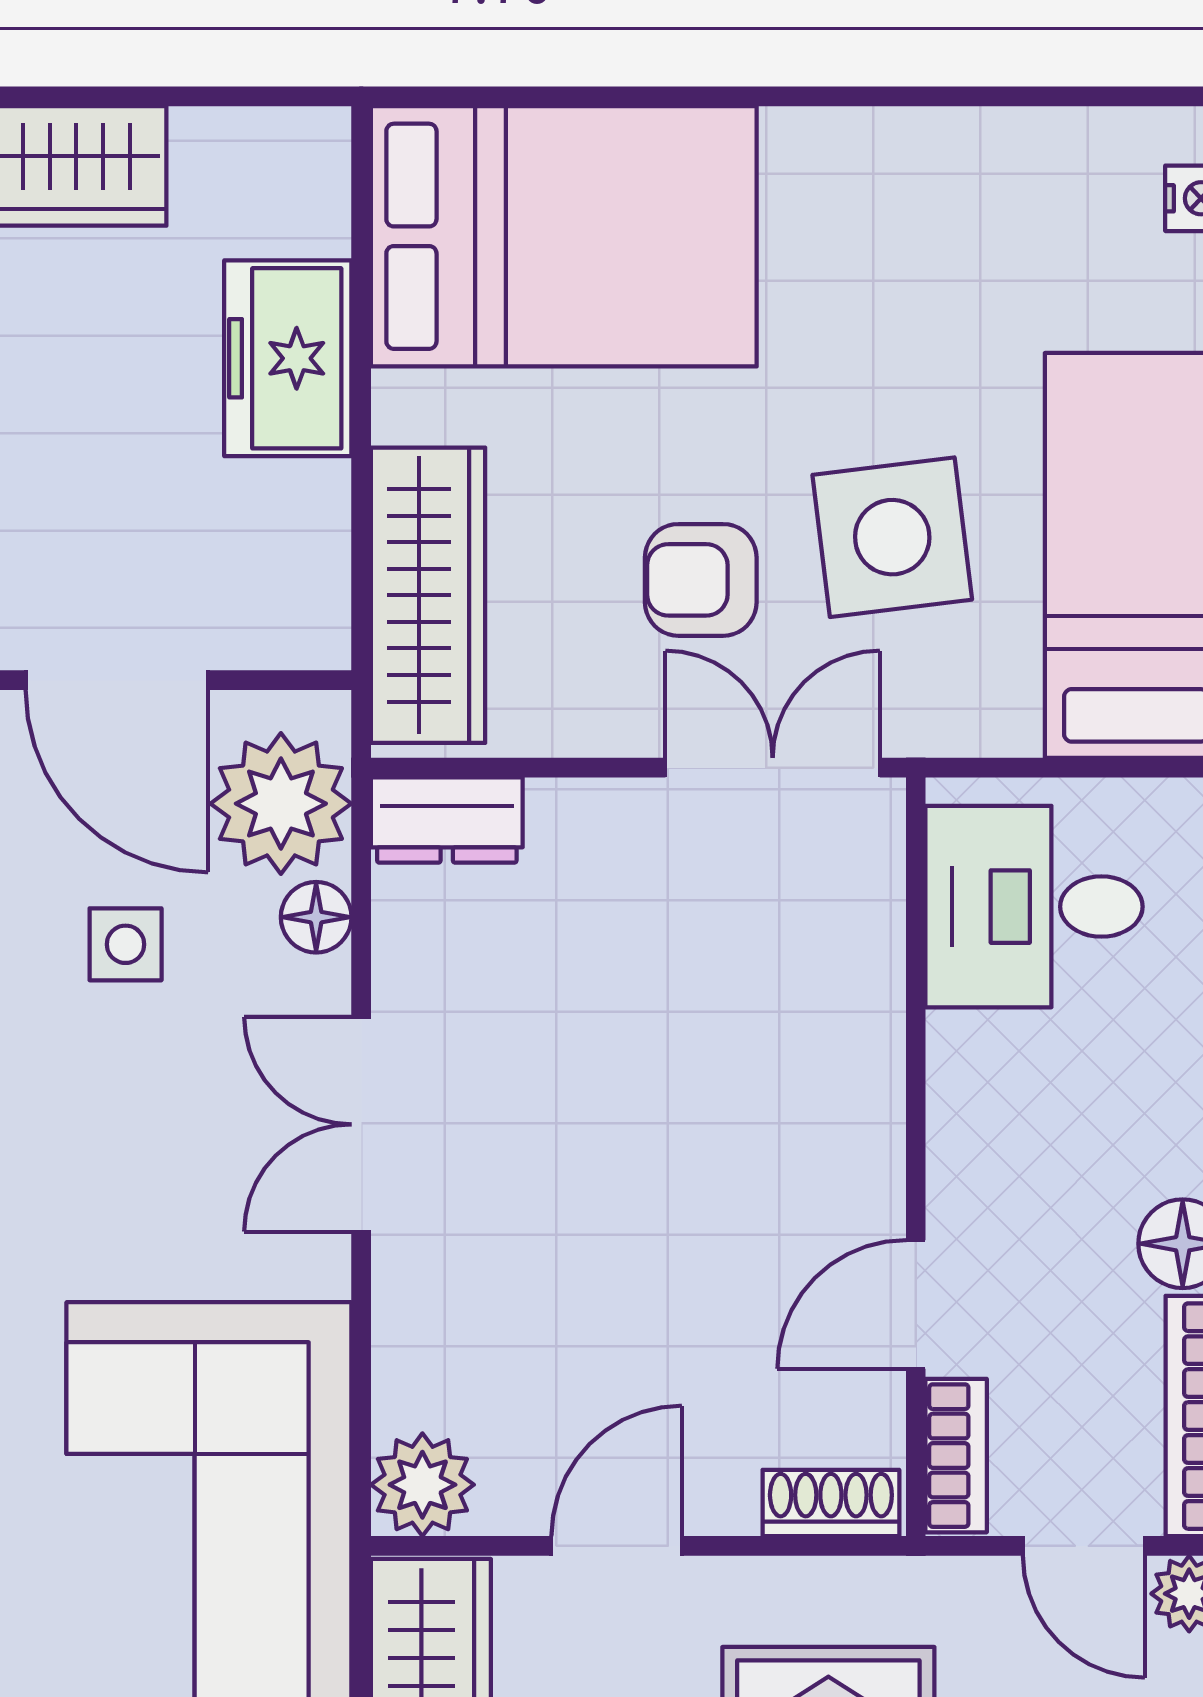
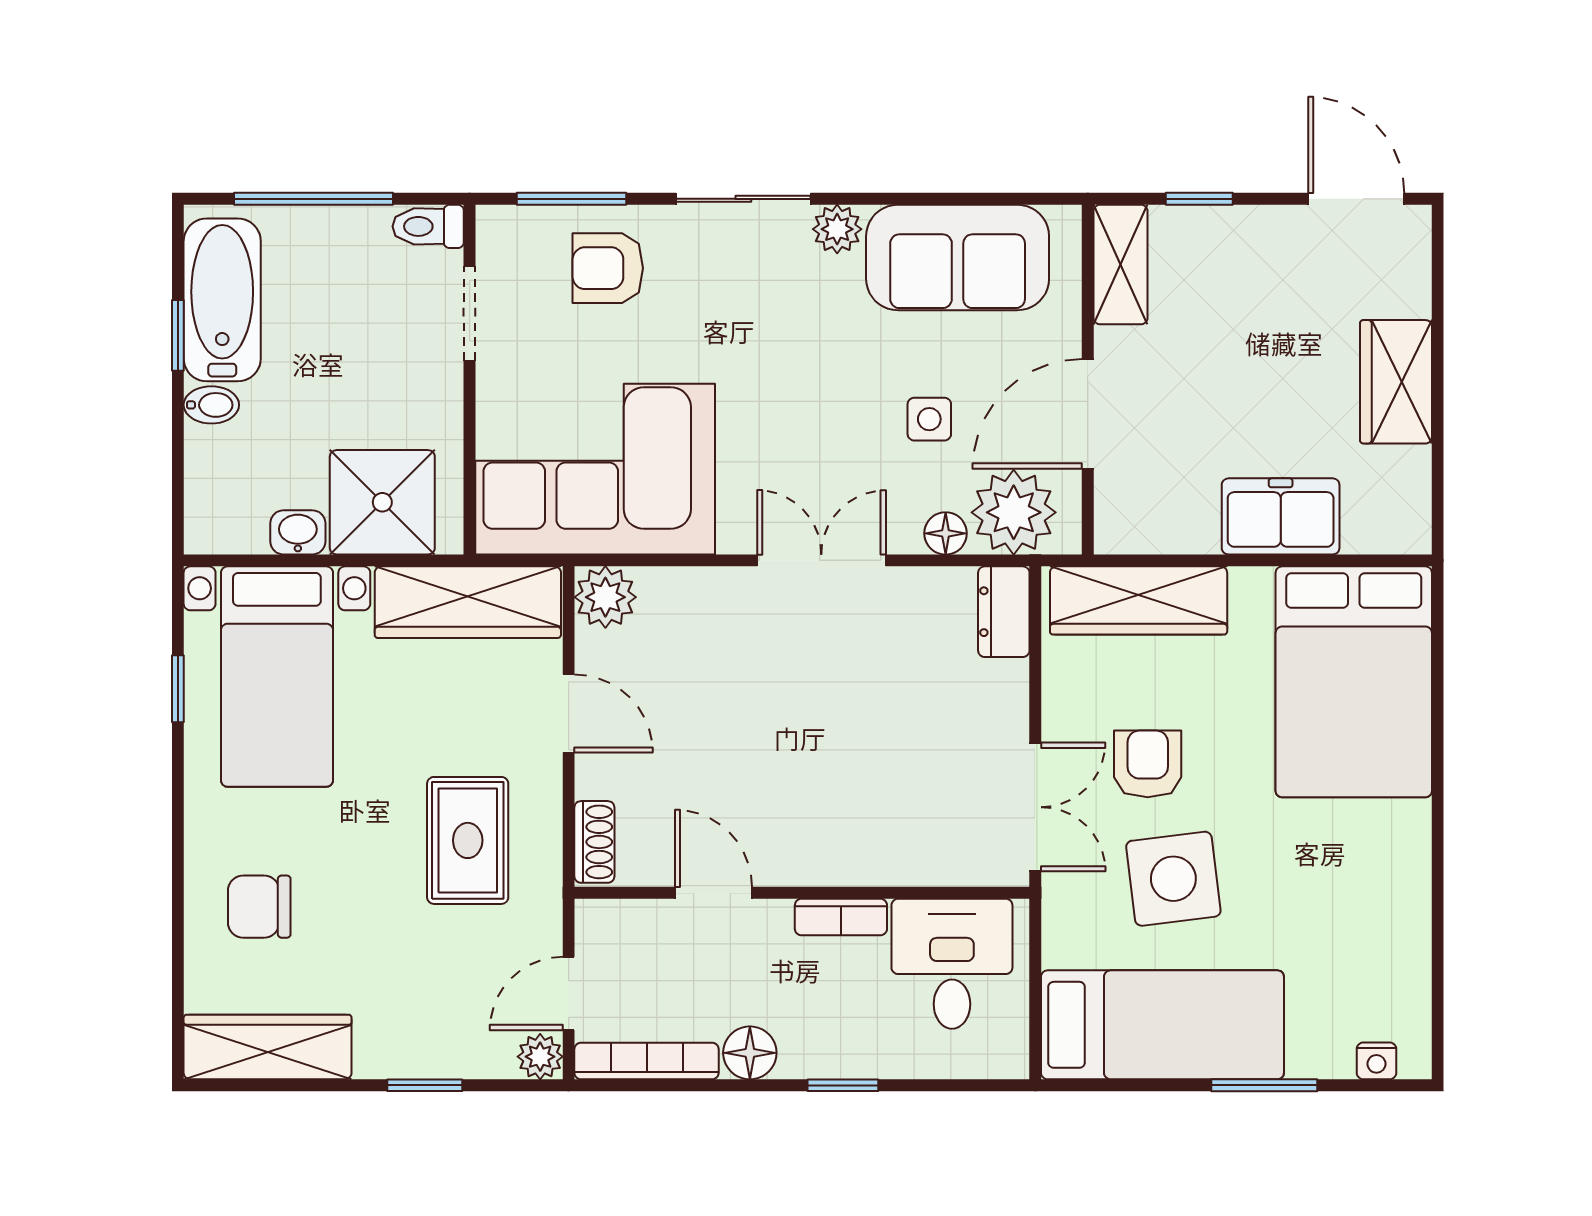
bookcase: (956, 1456) -> (841, 917), moved

